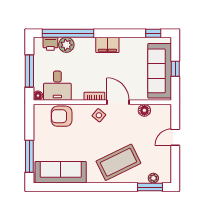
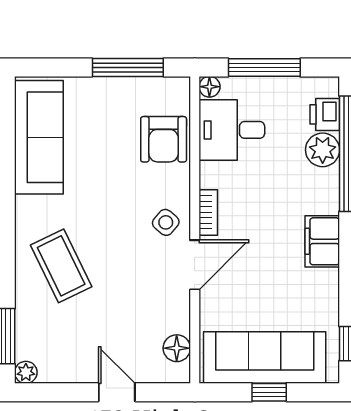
floor lamp: (144, 110) -> (177, 348), moved
armchair: (62, 116) -> (164, 139), turned 180
window: (29, 156) -> (128, 67), moved
coffee table: (118, 162) -> (61, 266), width x0.73, depth x0.76
plant: (153, 178) -> (26, 372), moved

